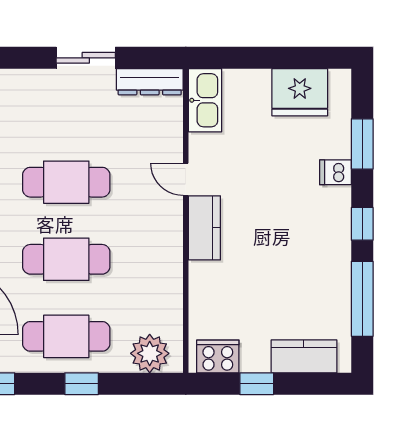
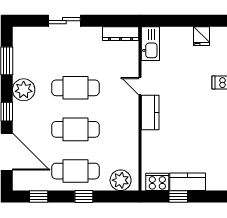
sliding door: (86, 58) -> (64, 21), moved
fridge: (300, 92) -> (202, 36), width x0.53, depth x0.75
kitchen counter: (304, 356) -> (188, 182), moved

